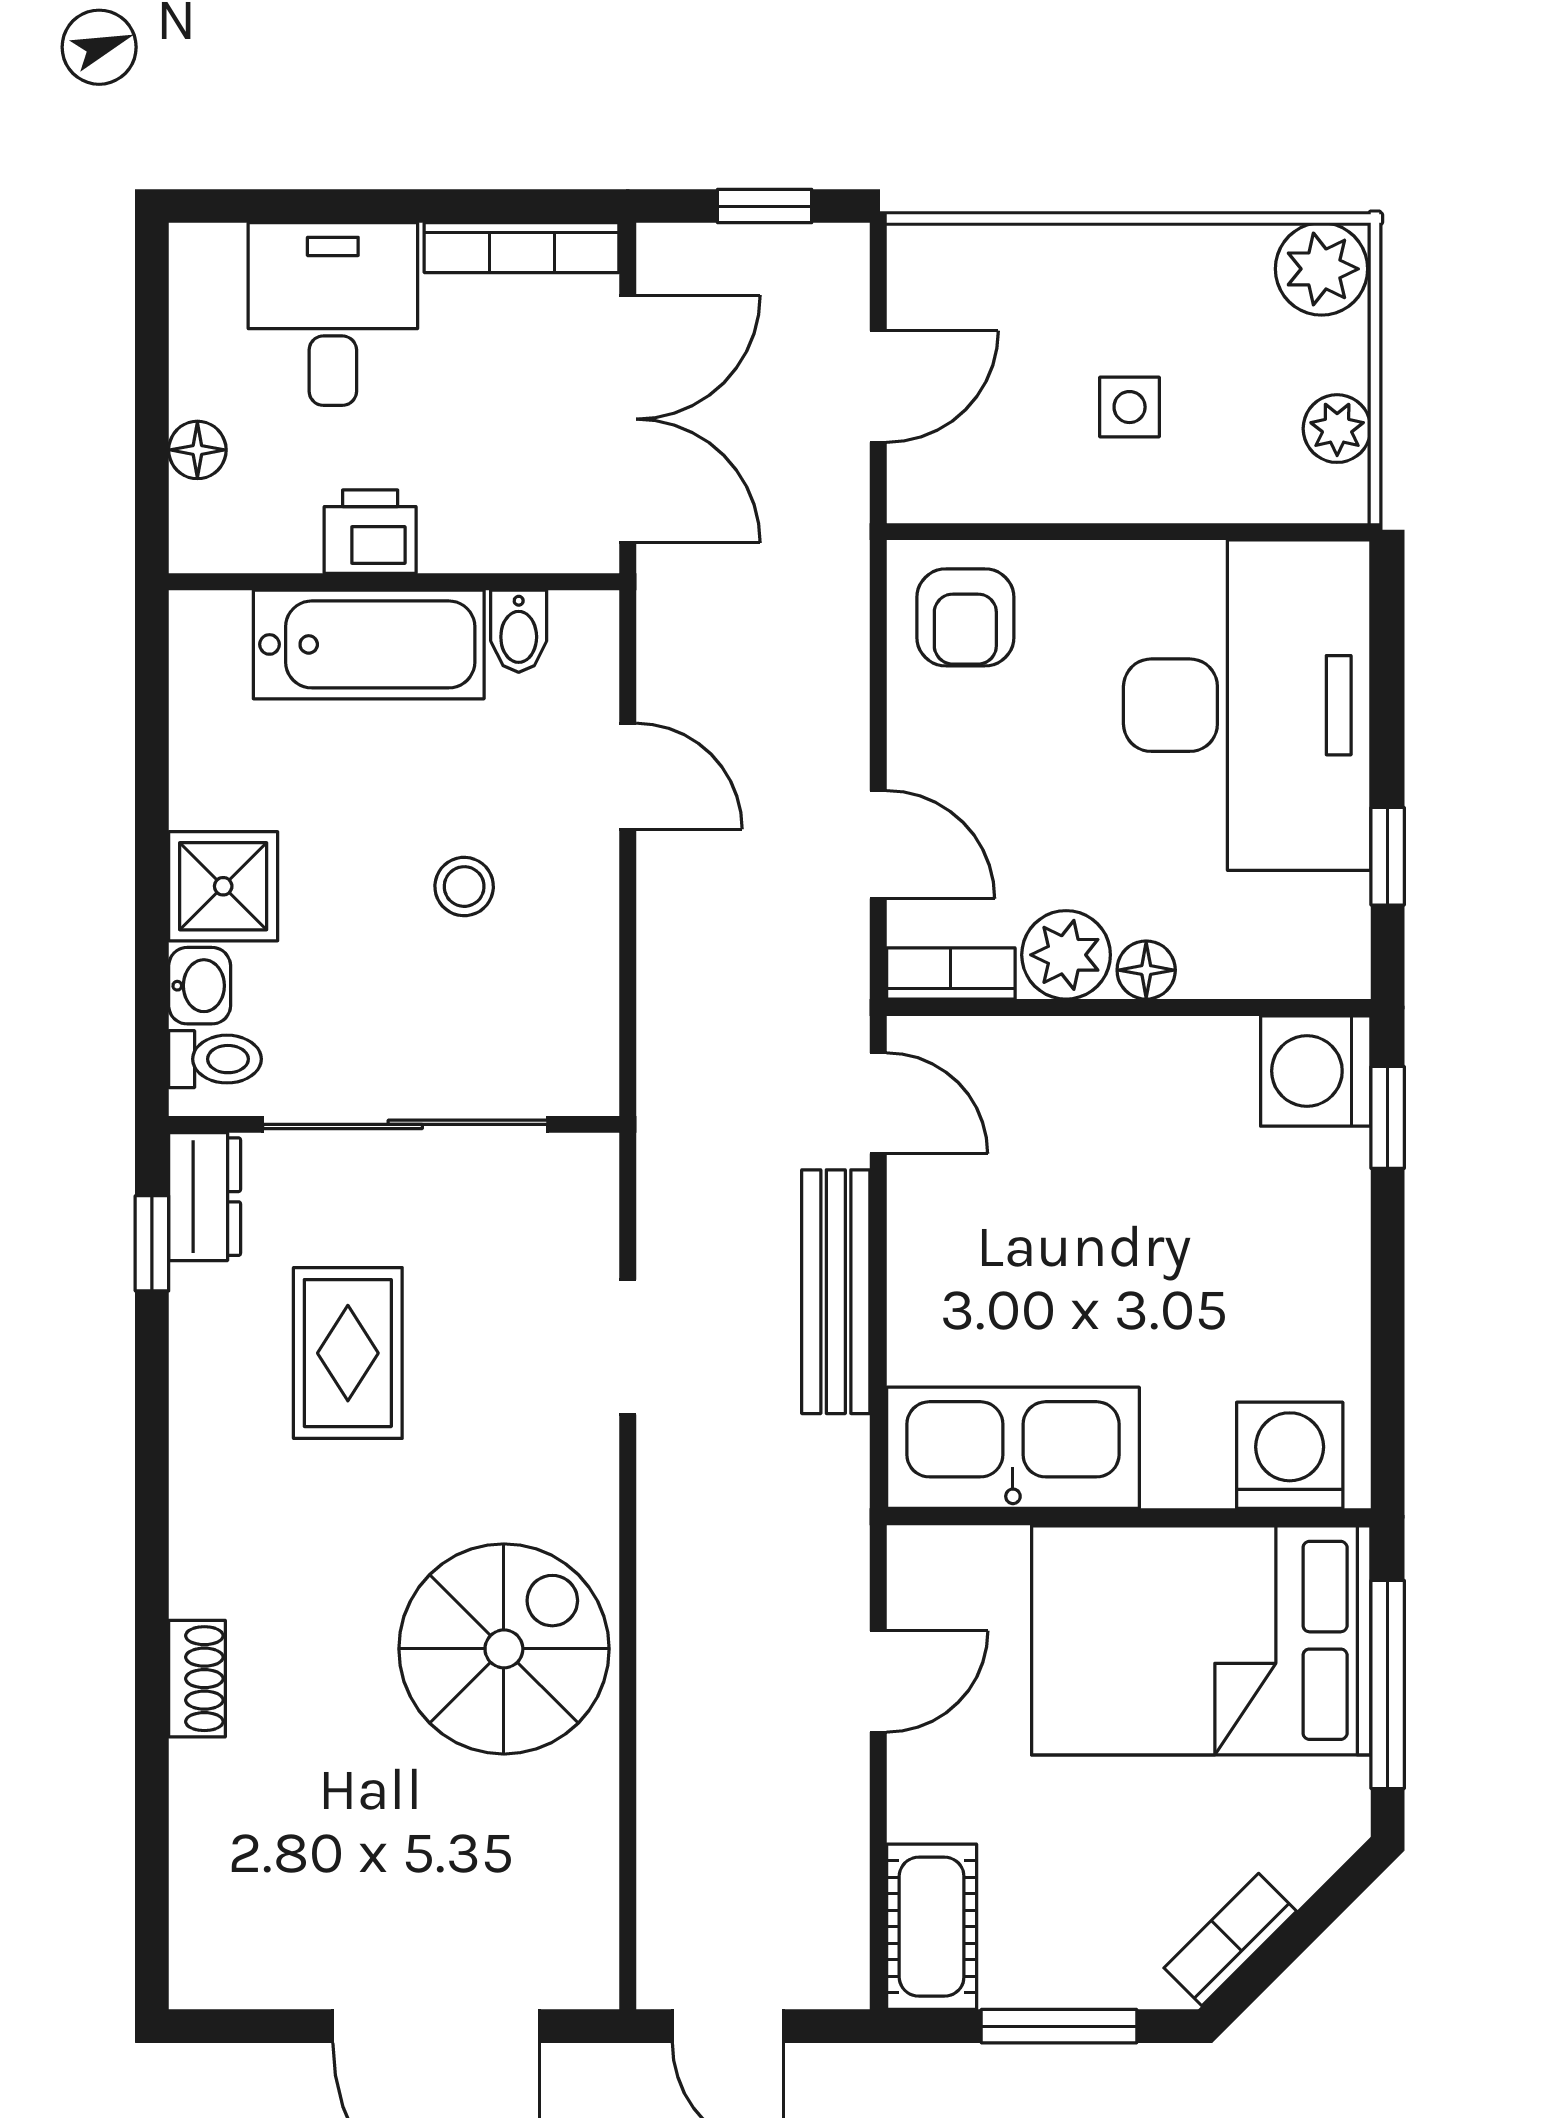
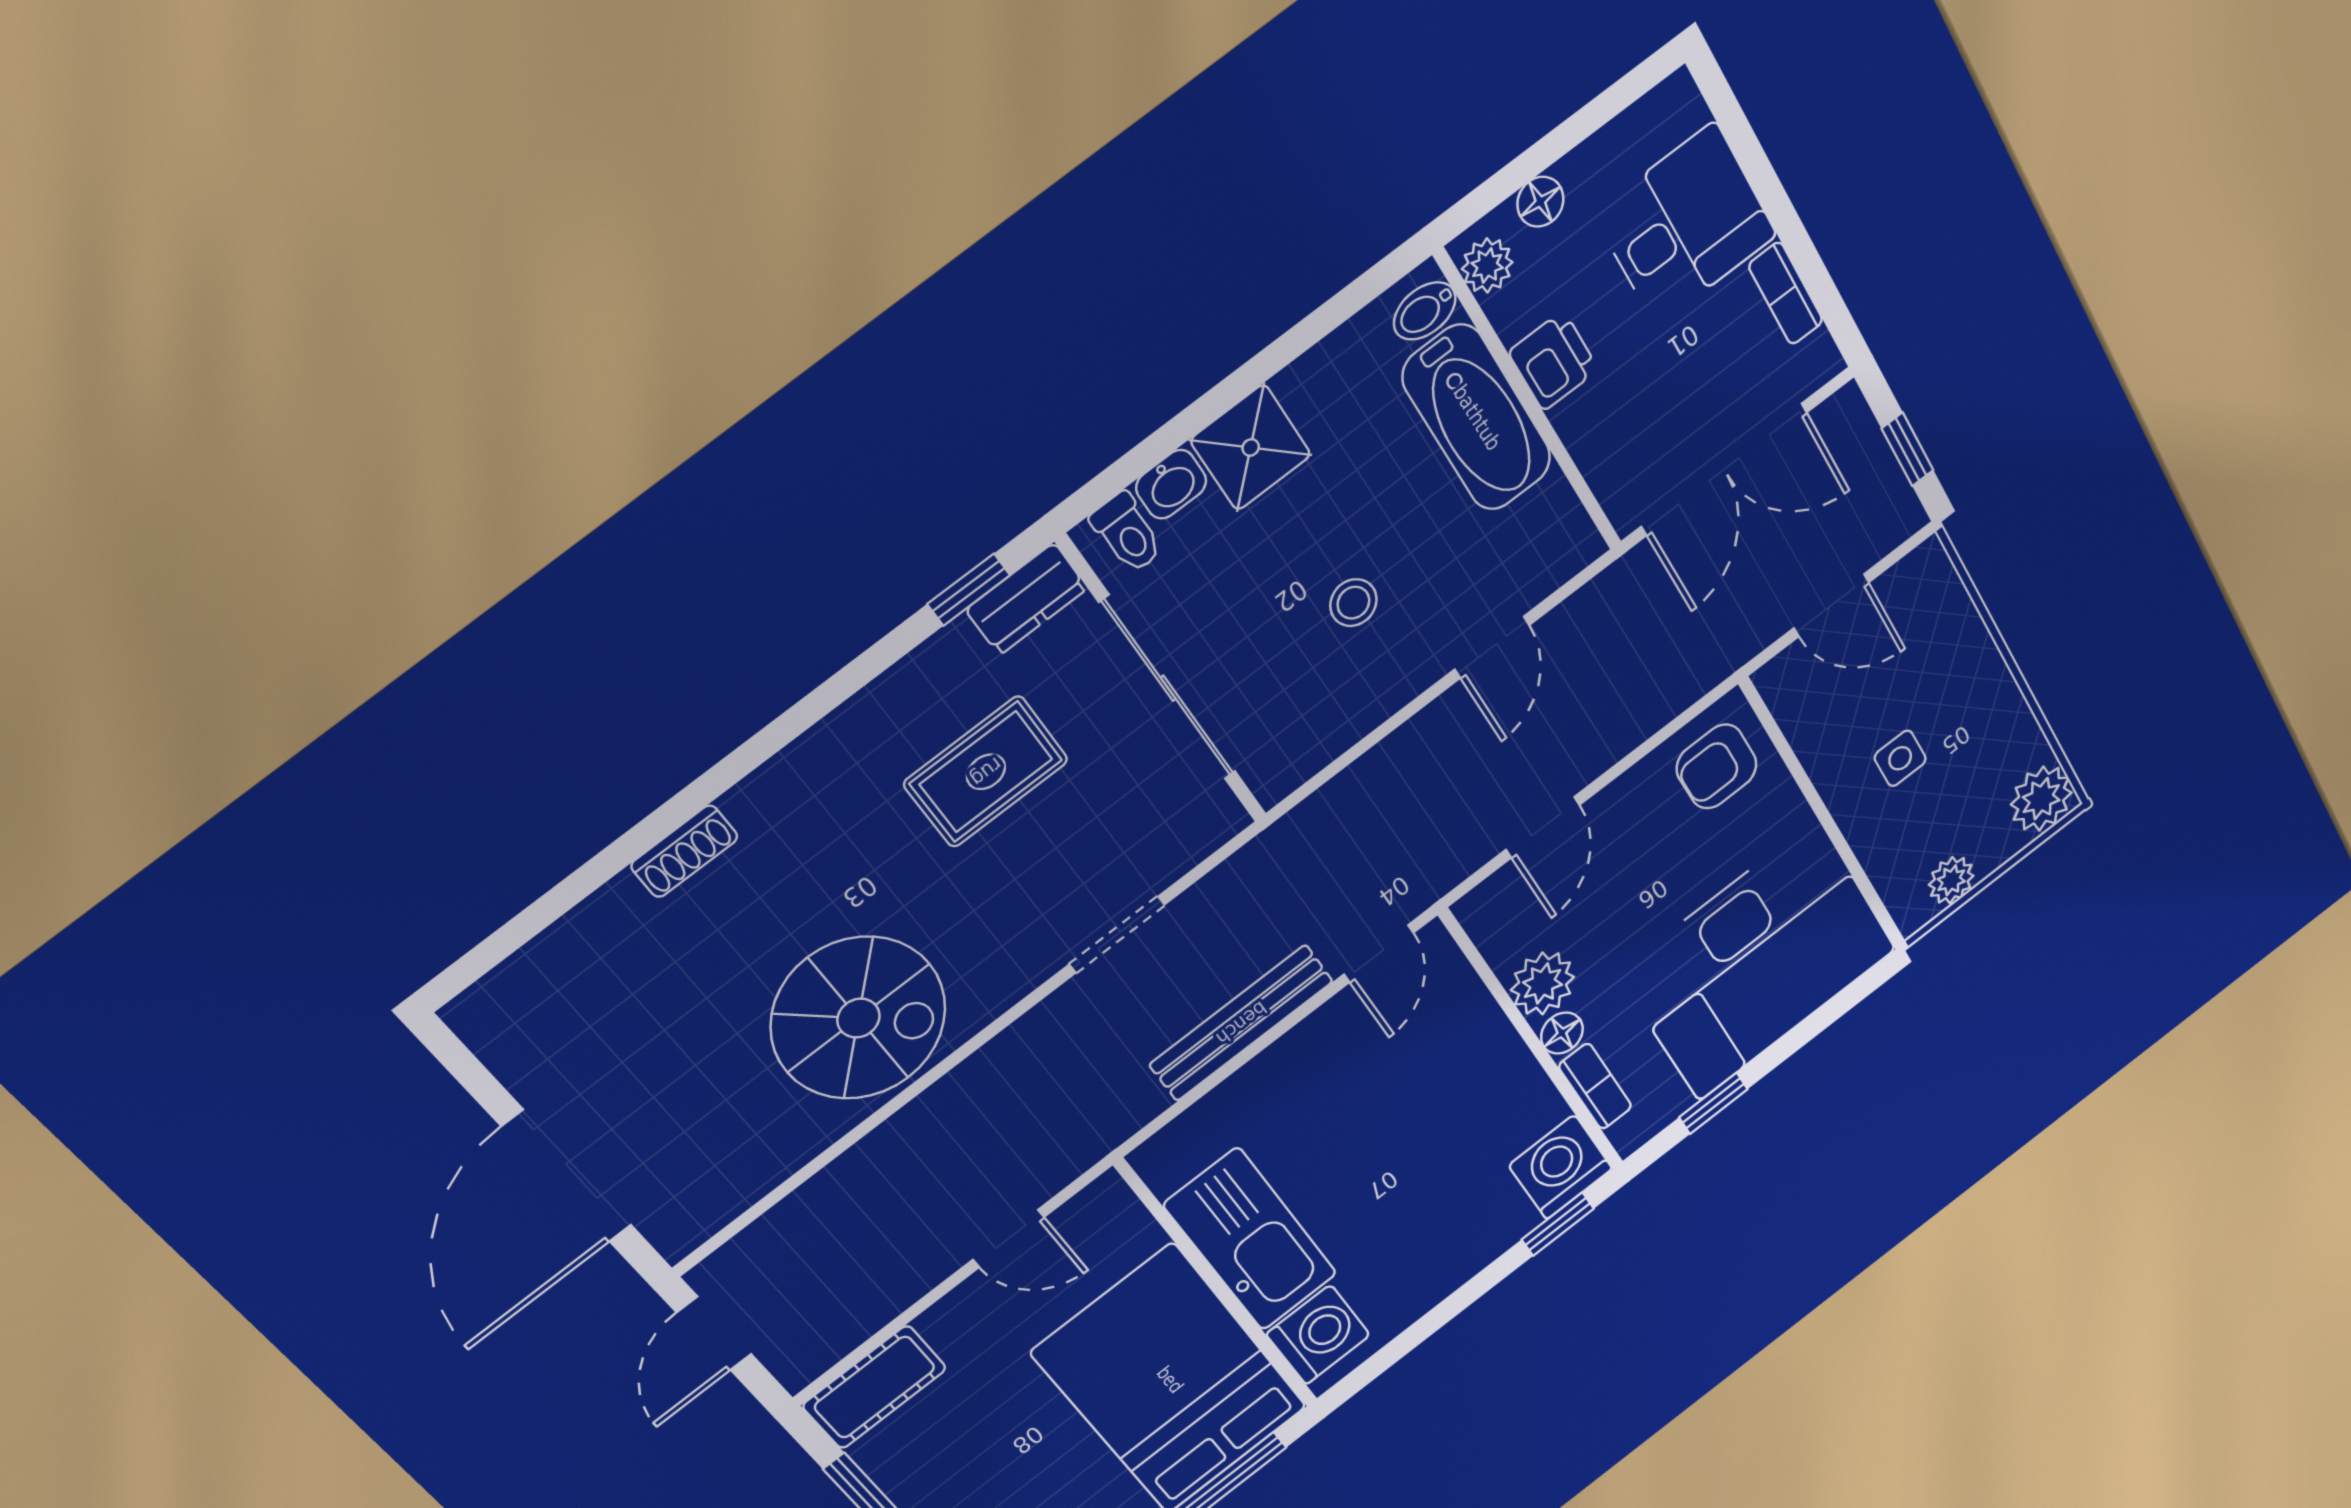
bookcase: (522, 248) -> (1786, 293), width x0.64
plant: (221, 541) -> (1487, 266), added
bidet: (519, 631) -> (1425, 311), moved
bookcase: (951, 973) -> (1595, 1086), moved
kitchen sink: (1013, 1448) -> (1251, 1239), moved

